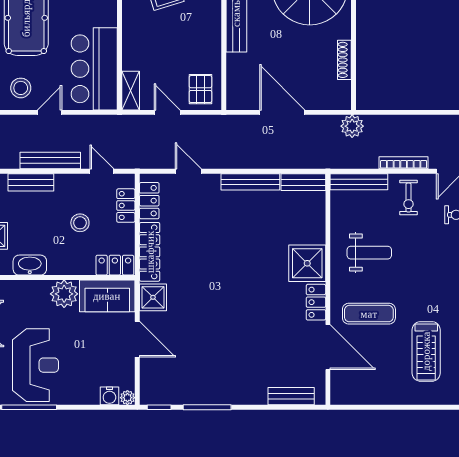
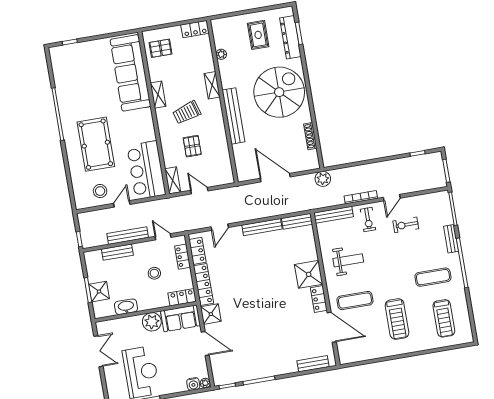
pallet: (200, 89) -> (192, 146), moved
door: (188, 171) -> (220, 227), swing flipped

